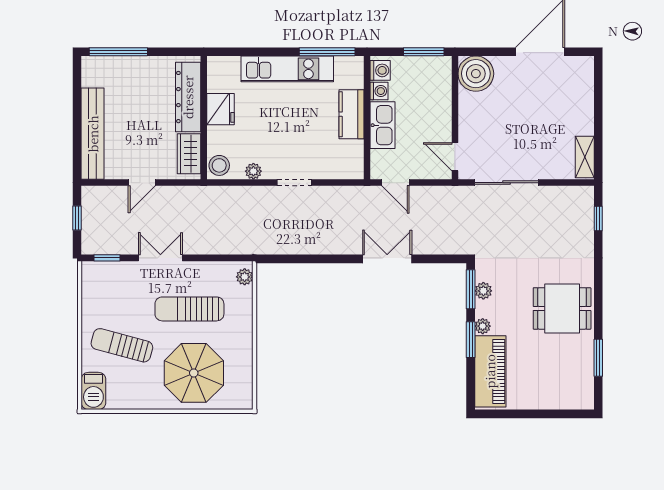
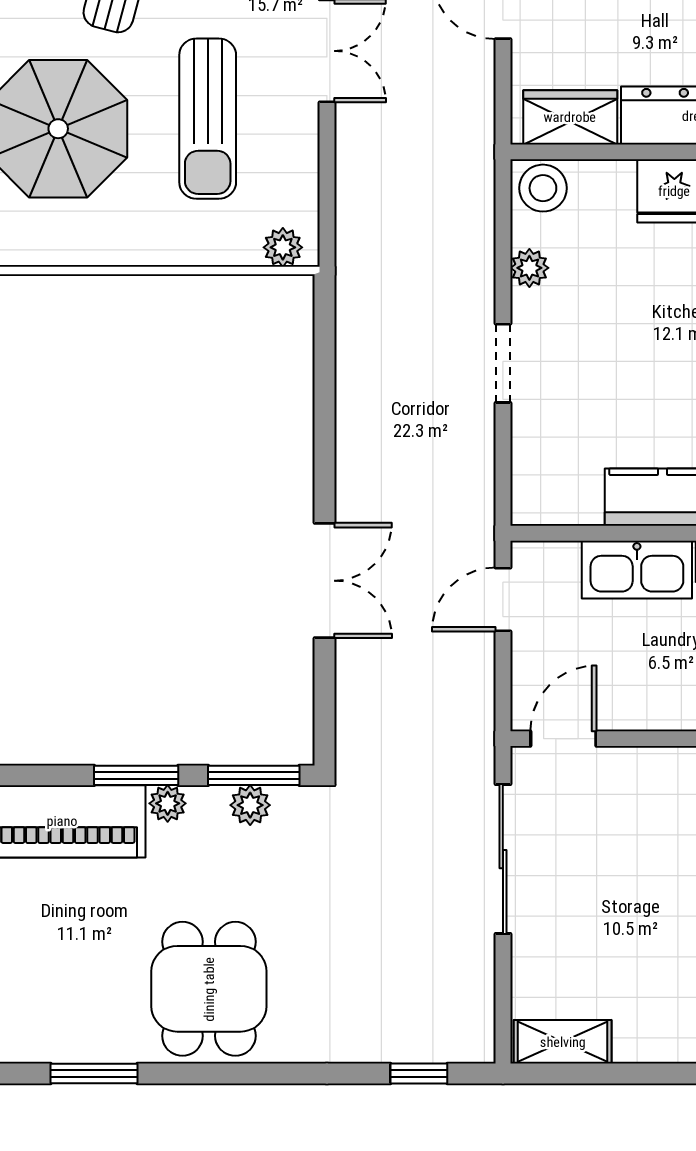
sun lounger: (189, 309) -> (208, 119), turned 180

